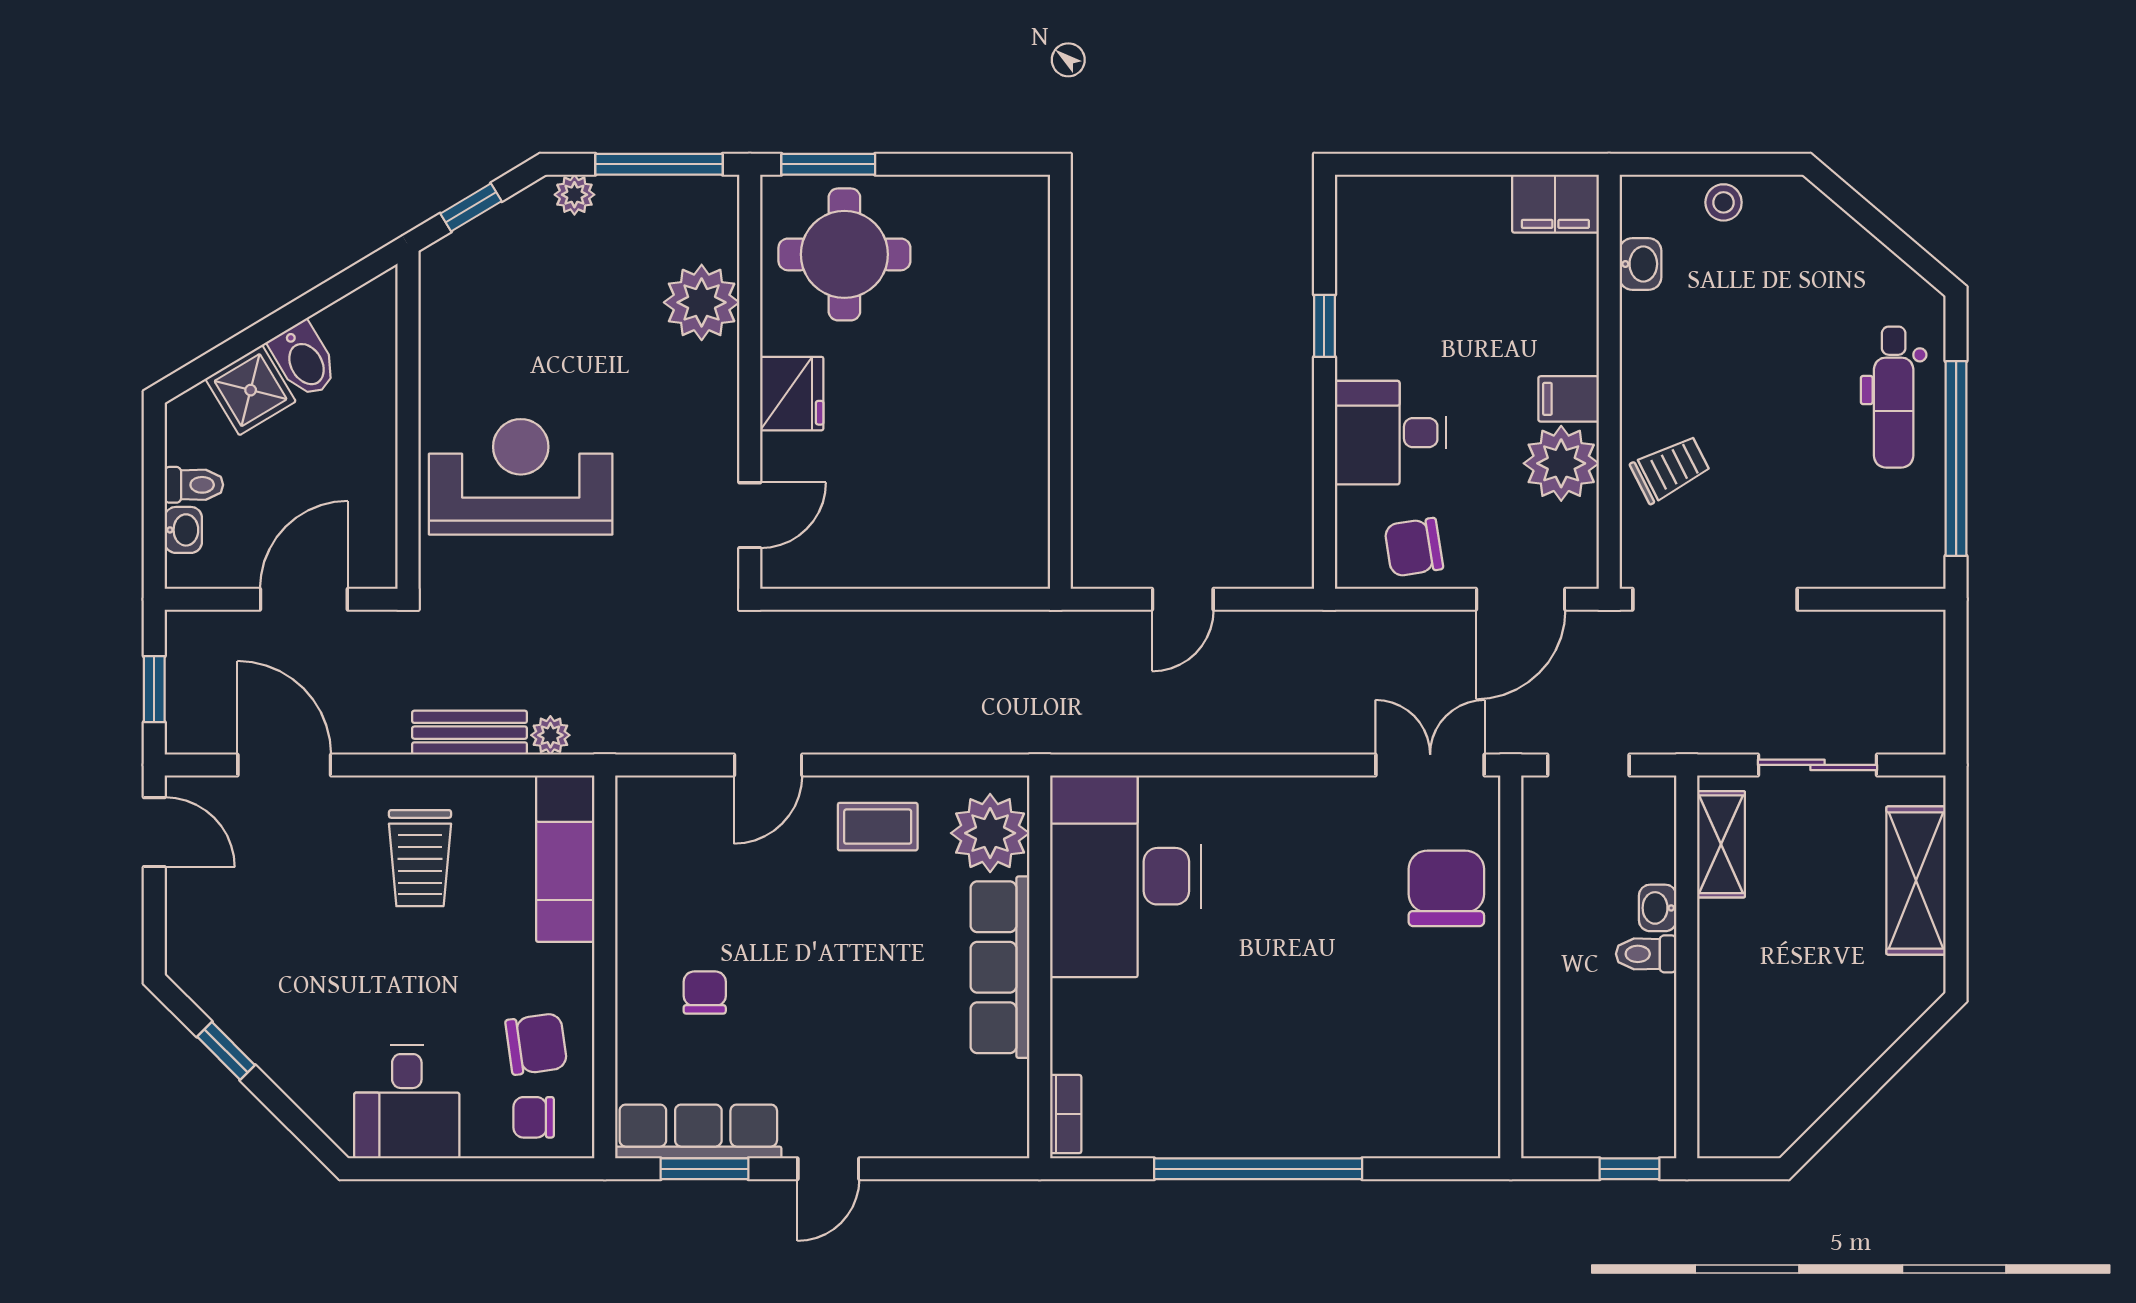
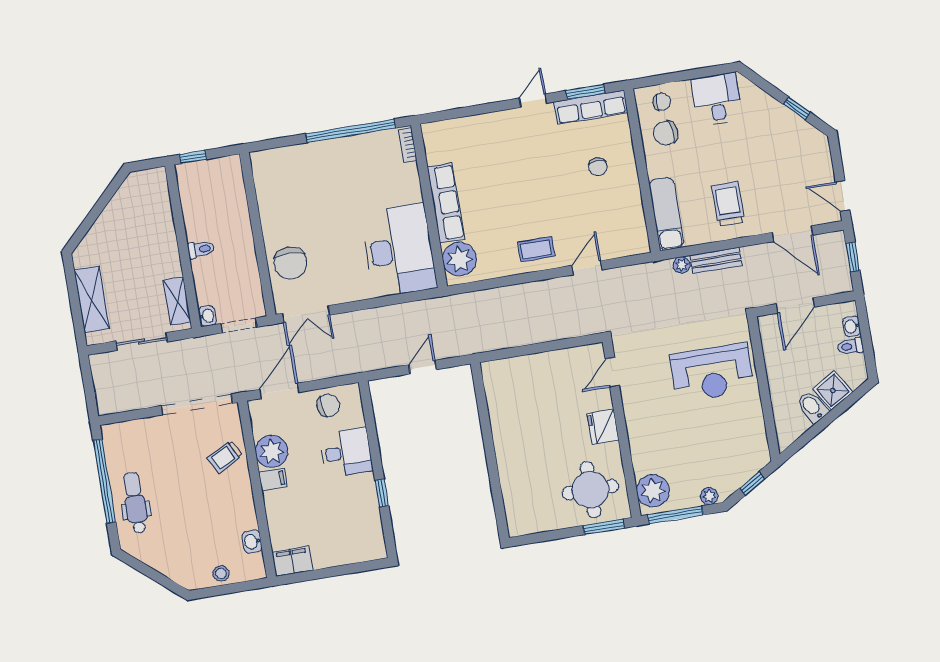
plant: (702, 302) -> (653, 491), moved
plant: (990, 833) -> (459, 259), moved
desk: (1126, 876) -> (399, 250), moved
washbasin: (1658, 908) -> (207, 316), moved
row of seats: (1000, 967) -> (446, 203), moved
wall: (1040, 967) -> (429, 206), moved
bookcase: (1066, 1114) -> (408, 145), moved

